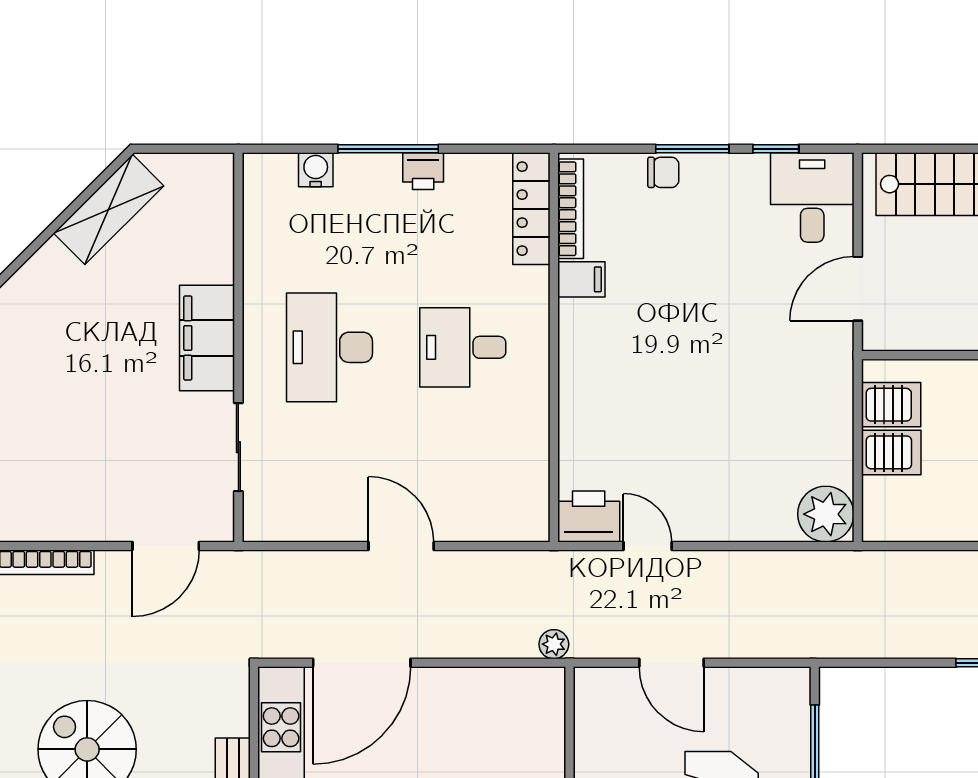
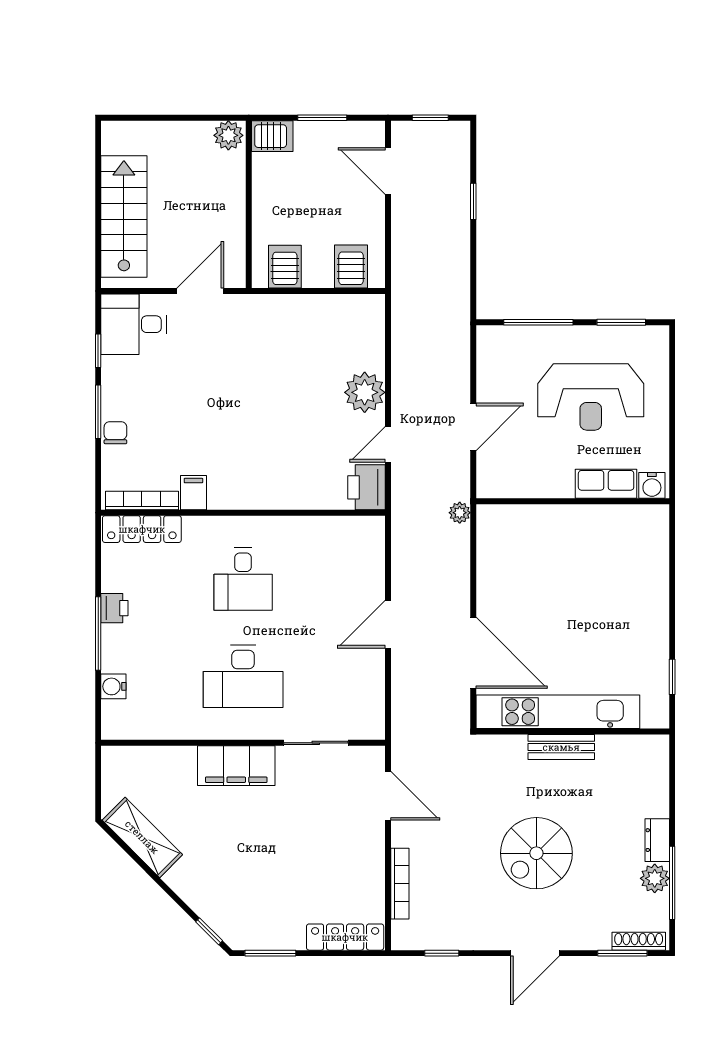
door: (858, 289) -> (200, 291), swing flipped
server rack: (891, 452) -> (351, 267), moved
plant: (826, 514) -> (365, 392), moved

